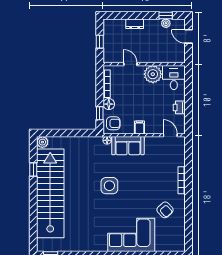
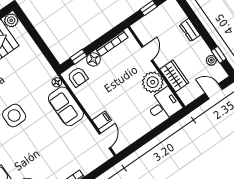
door: (188, 36) -> (214, 91), hinge flipped
wardrobe: (159, 56) -> (174, 76), added
printer: (179, 107) -> (138, 131), removed
filing cabinet: (139, 128) -> (102, 120), moved

